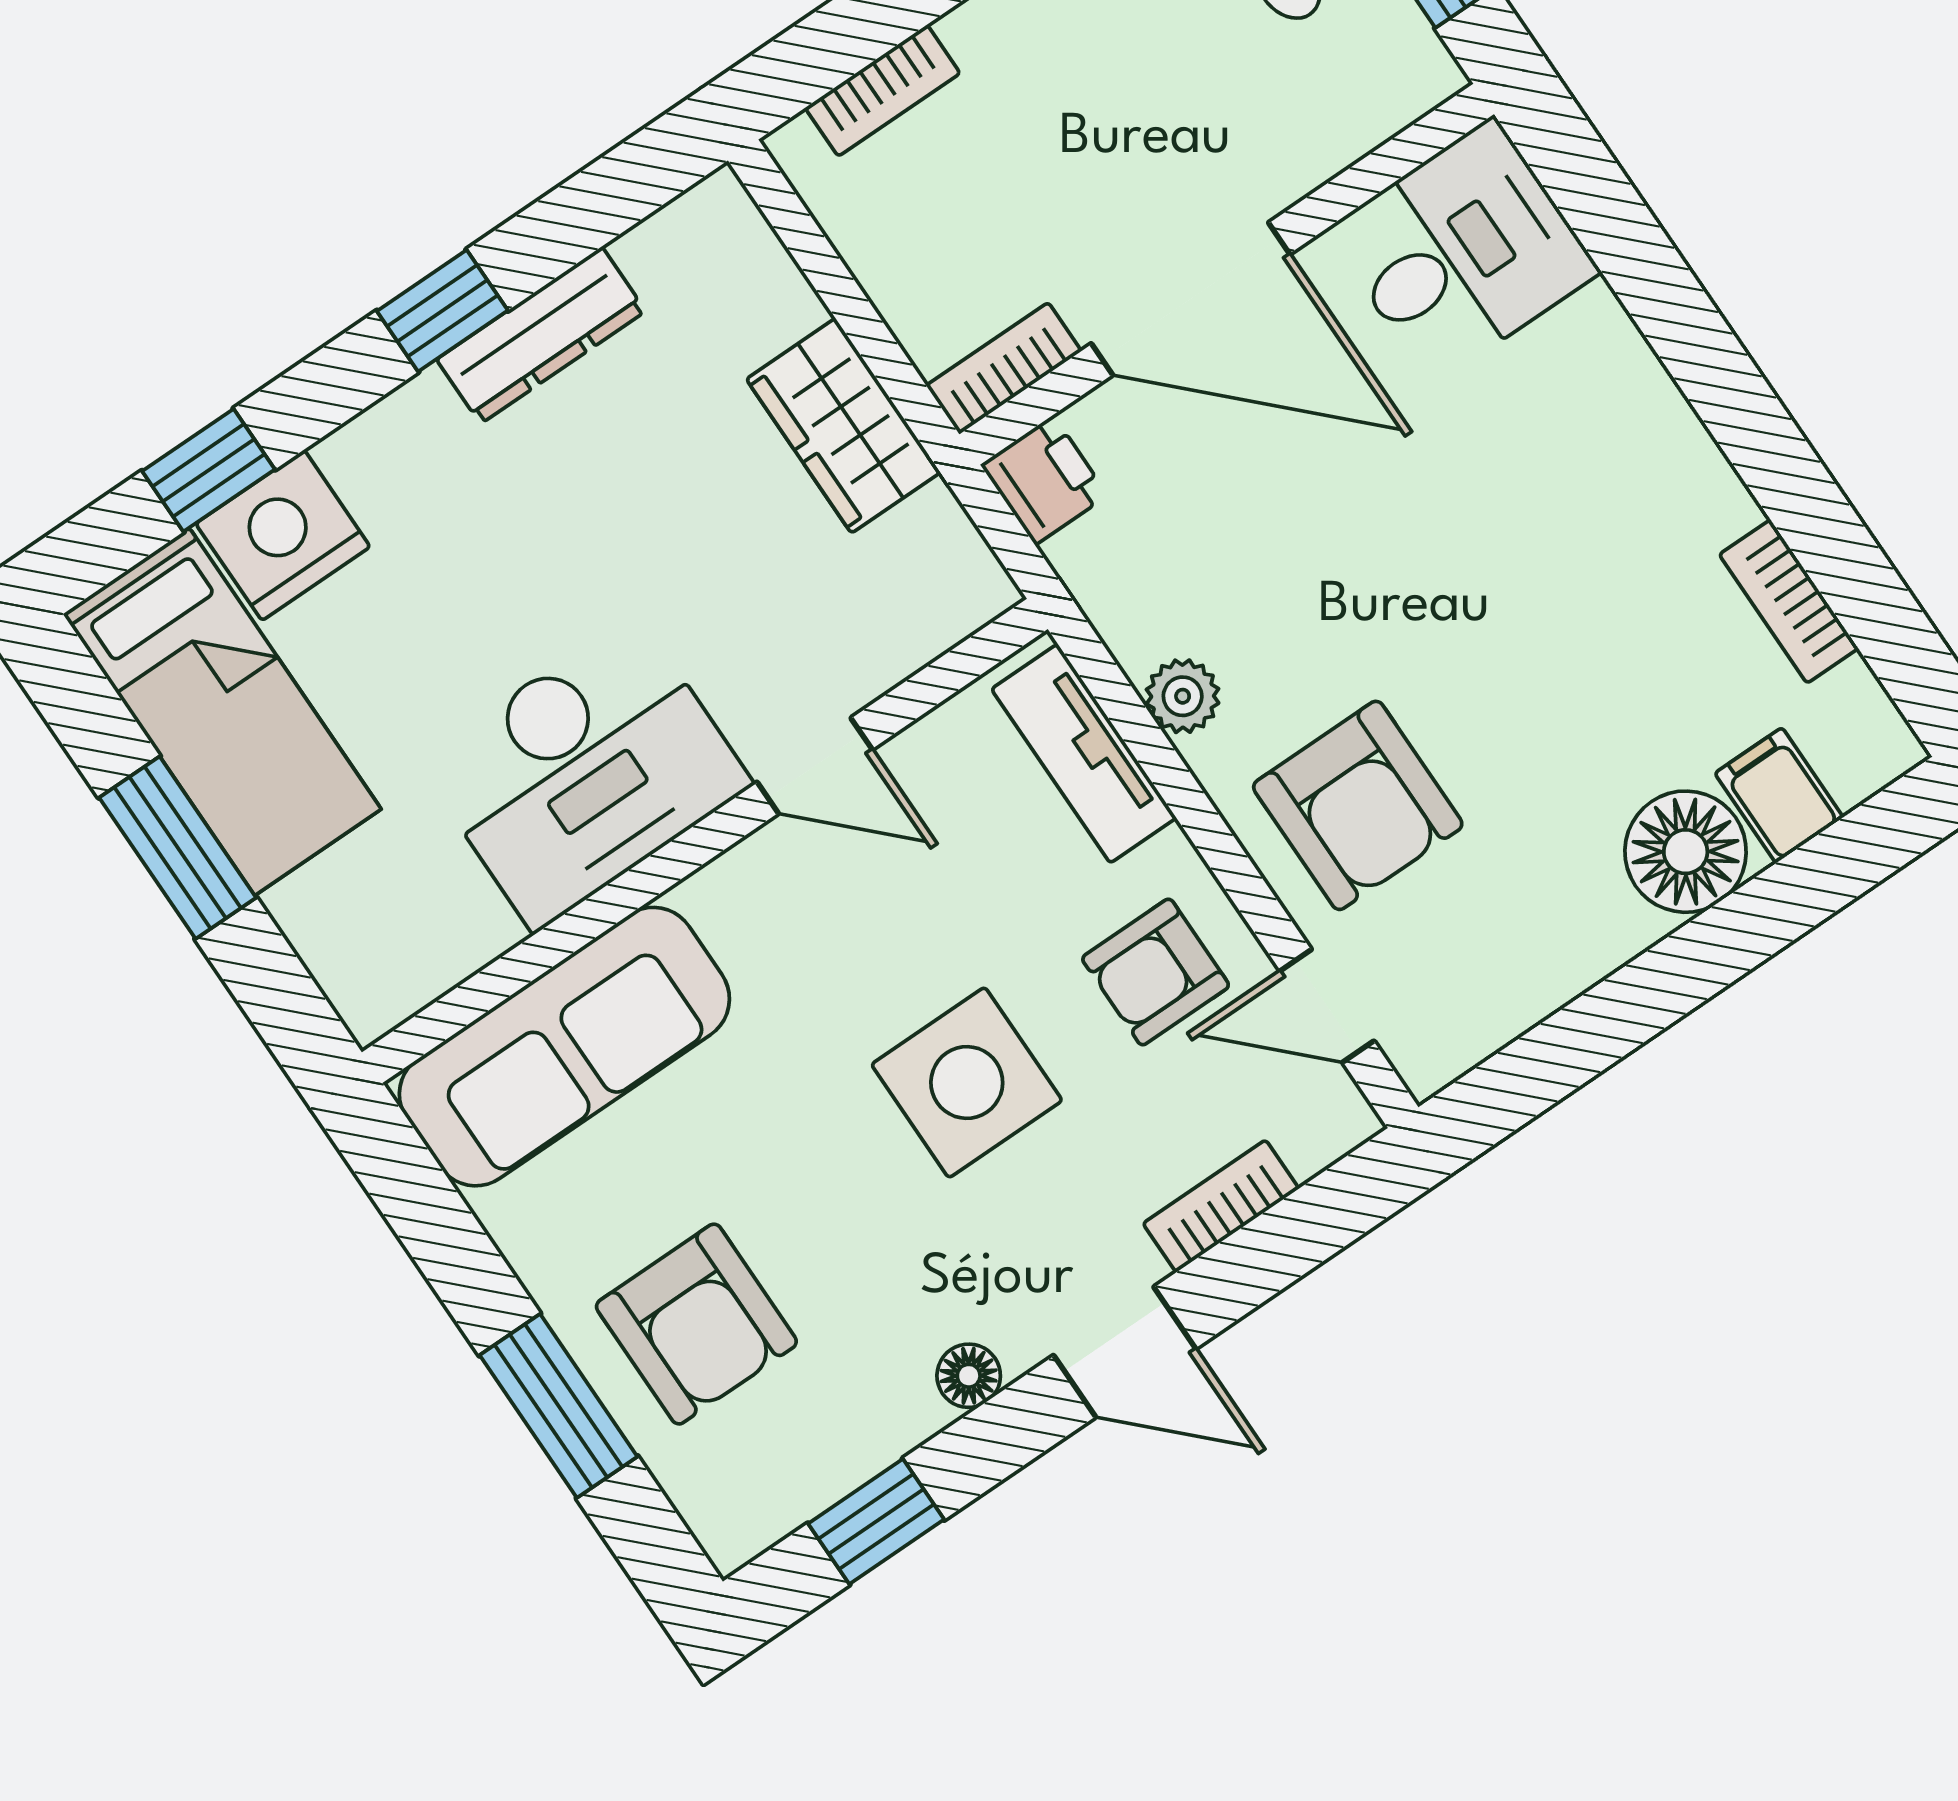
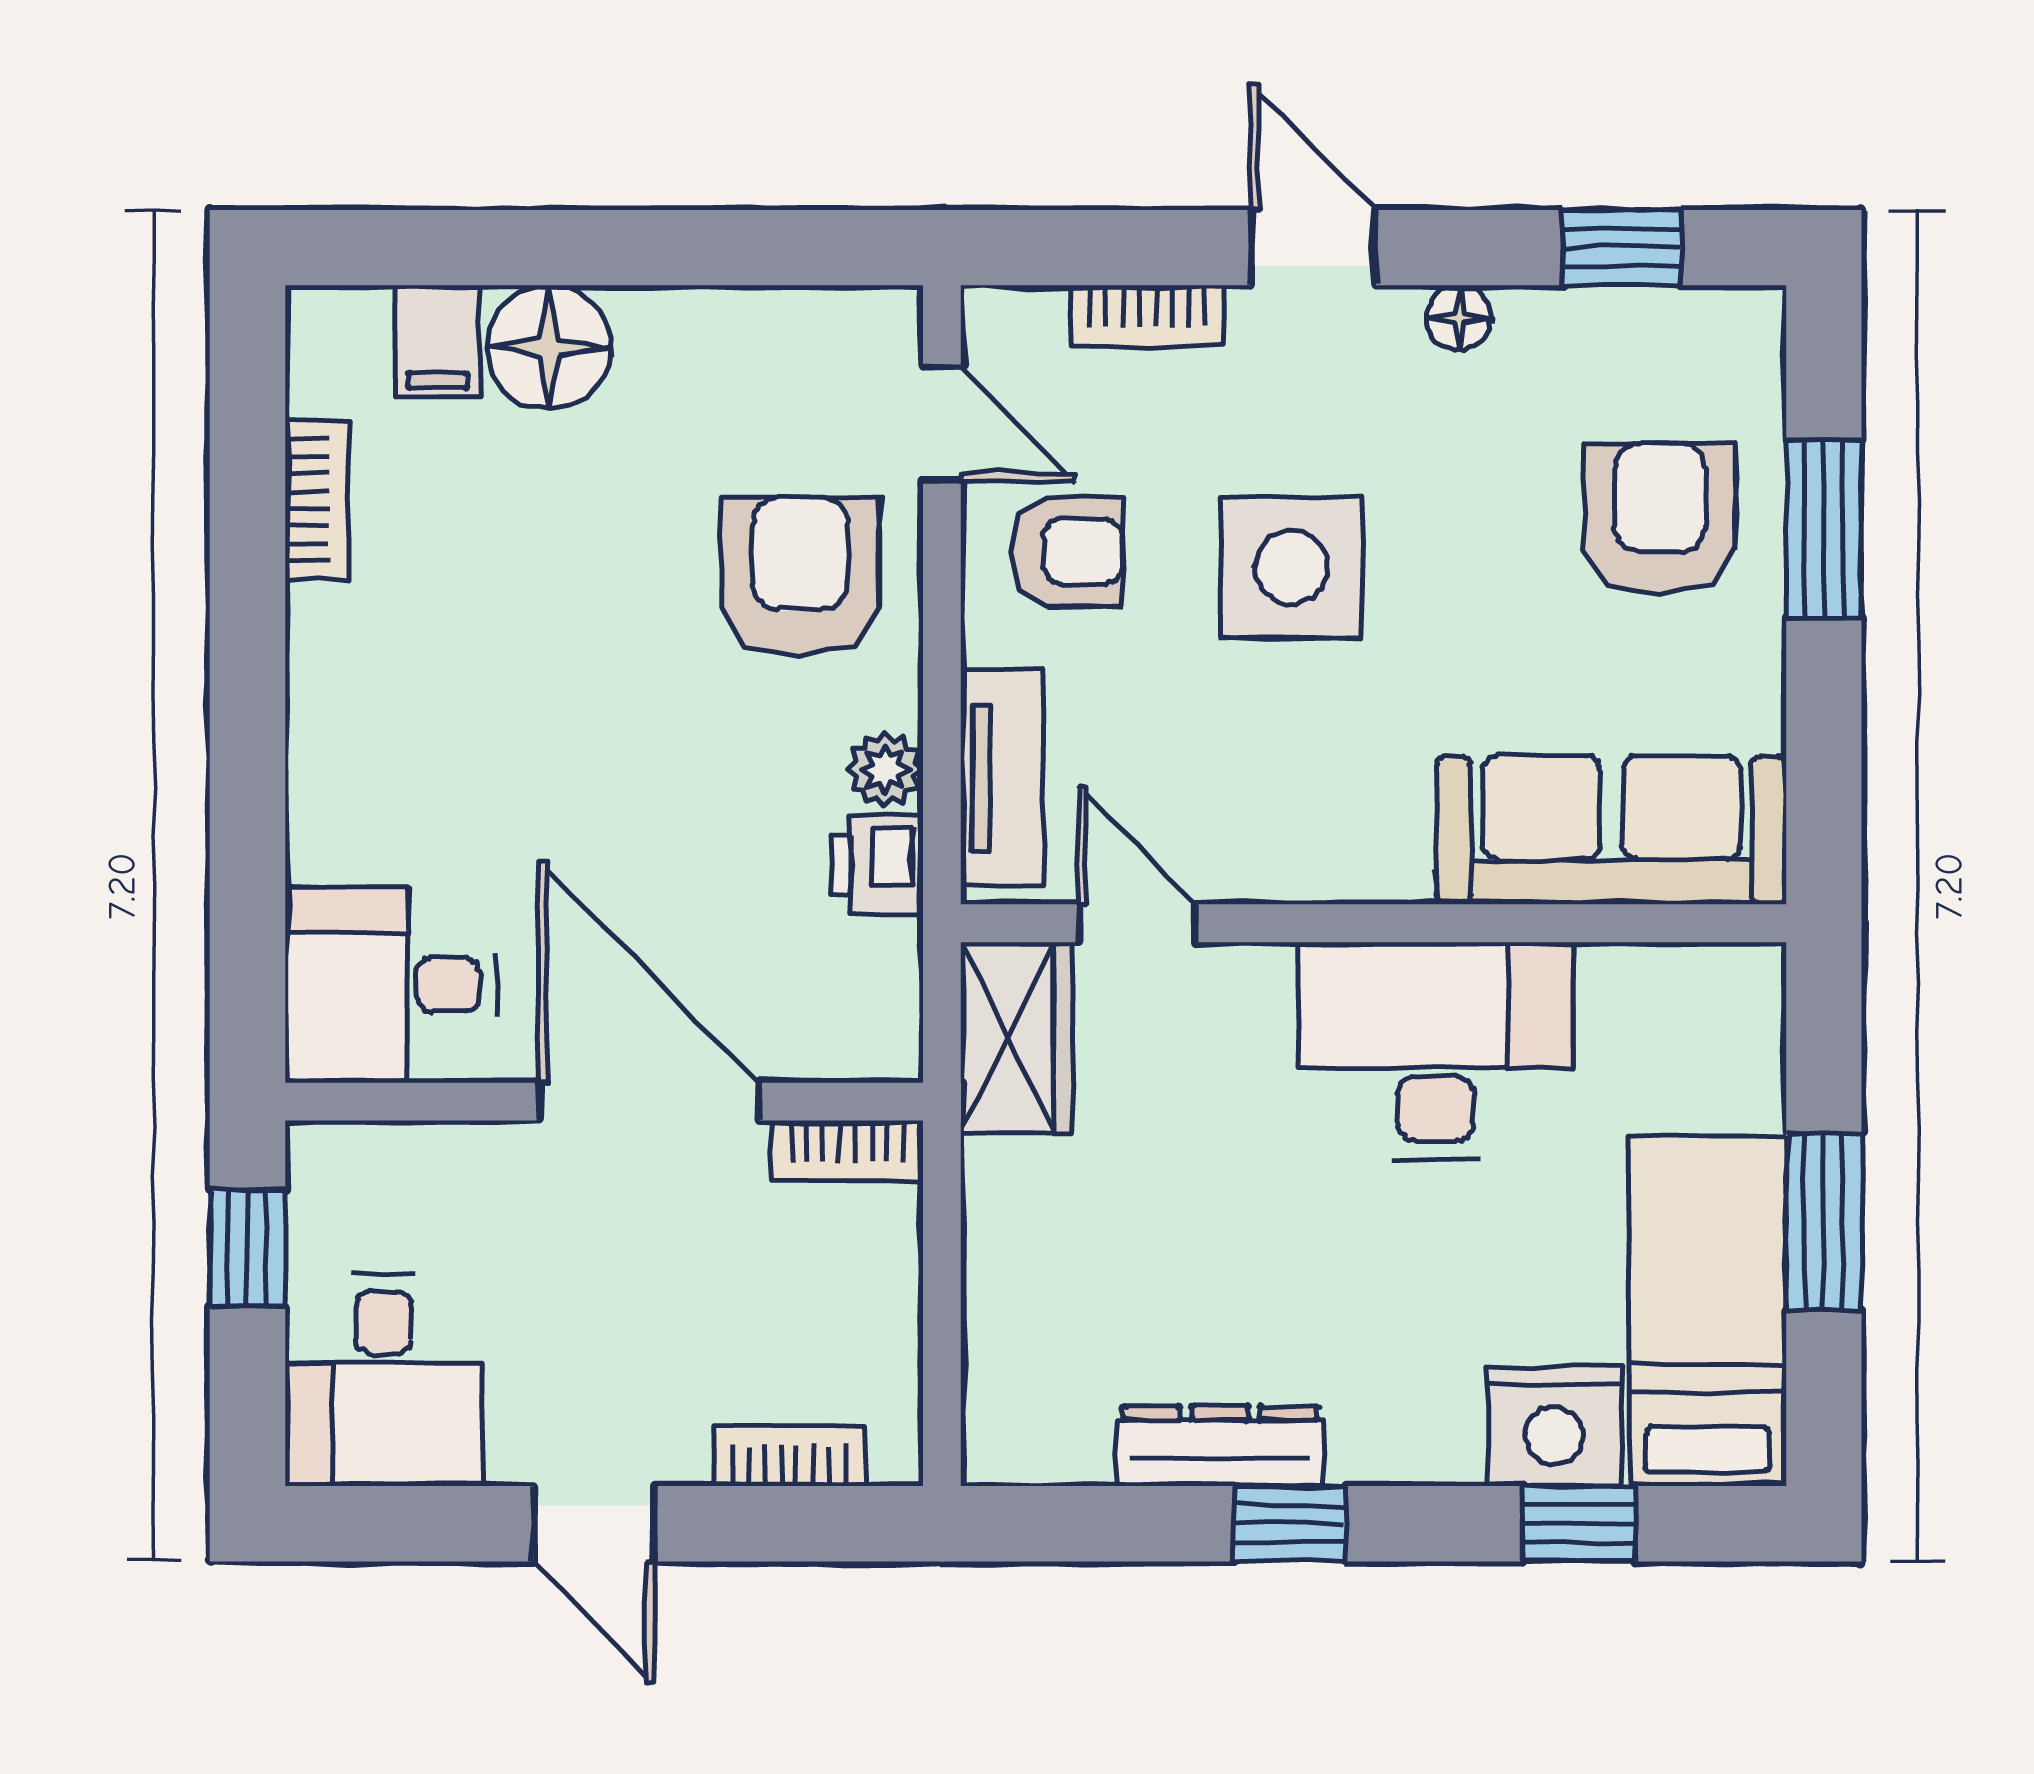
wardrobe: (843, 426) -> (1016, 1038), moved
printer: (1044, 480) -> (878, 865), moved
door: (815, 766) -> (1137, 923), moved

